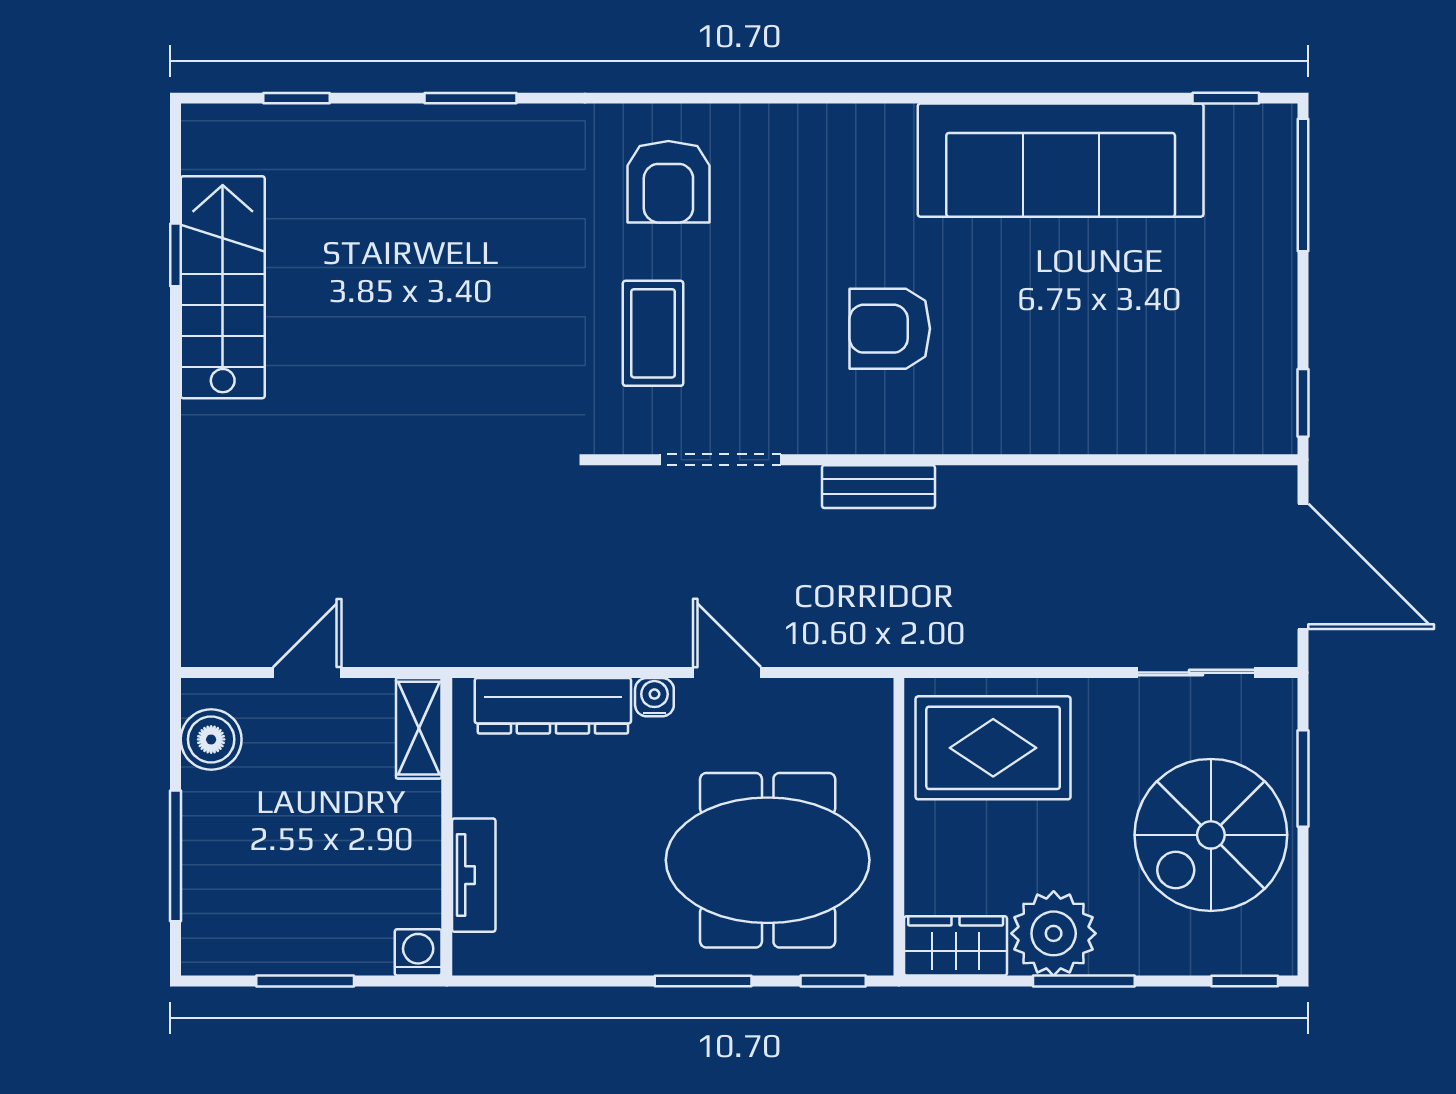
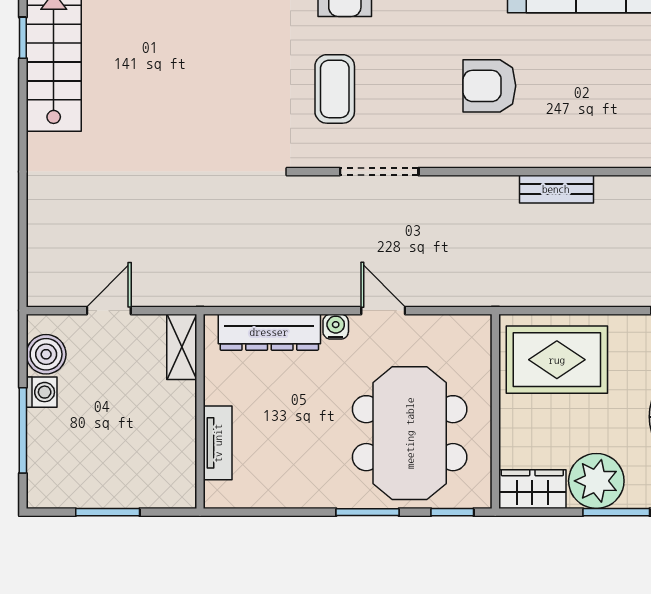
bench: (878, 487) -> (556, 189), moved
meeting table: (768, 860) -> (410, 433), turned 90
washing machine: (418, 952) -> (42, 392), moved, turned 90

